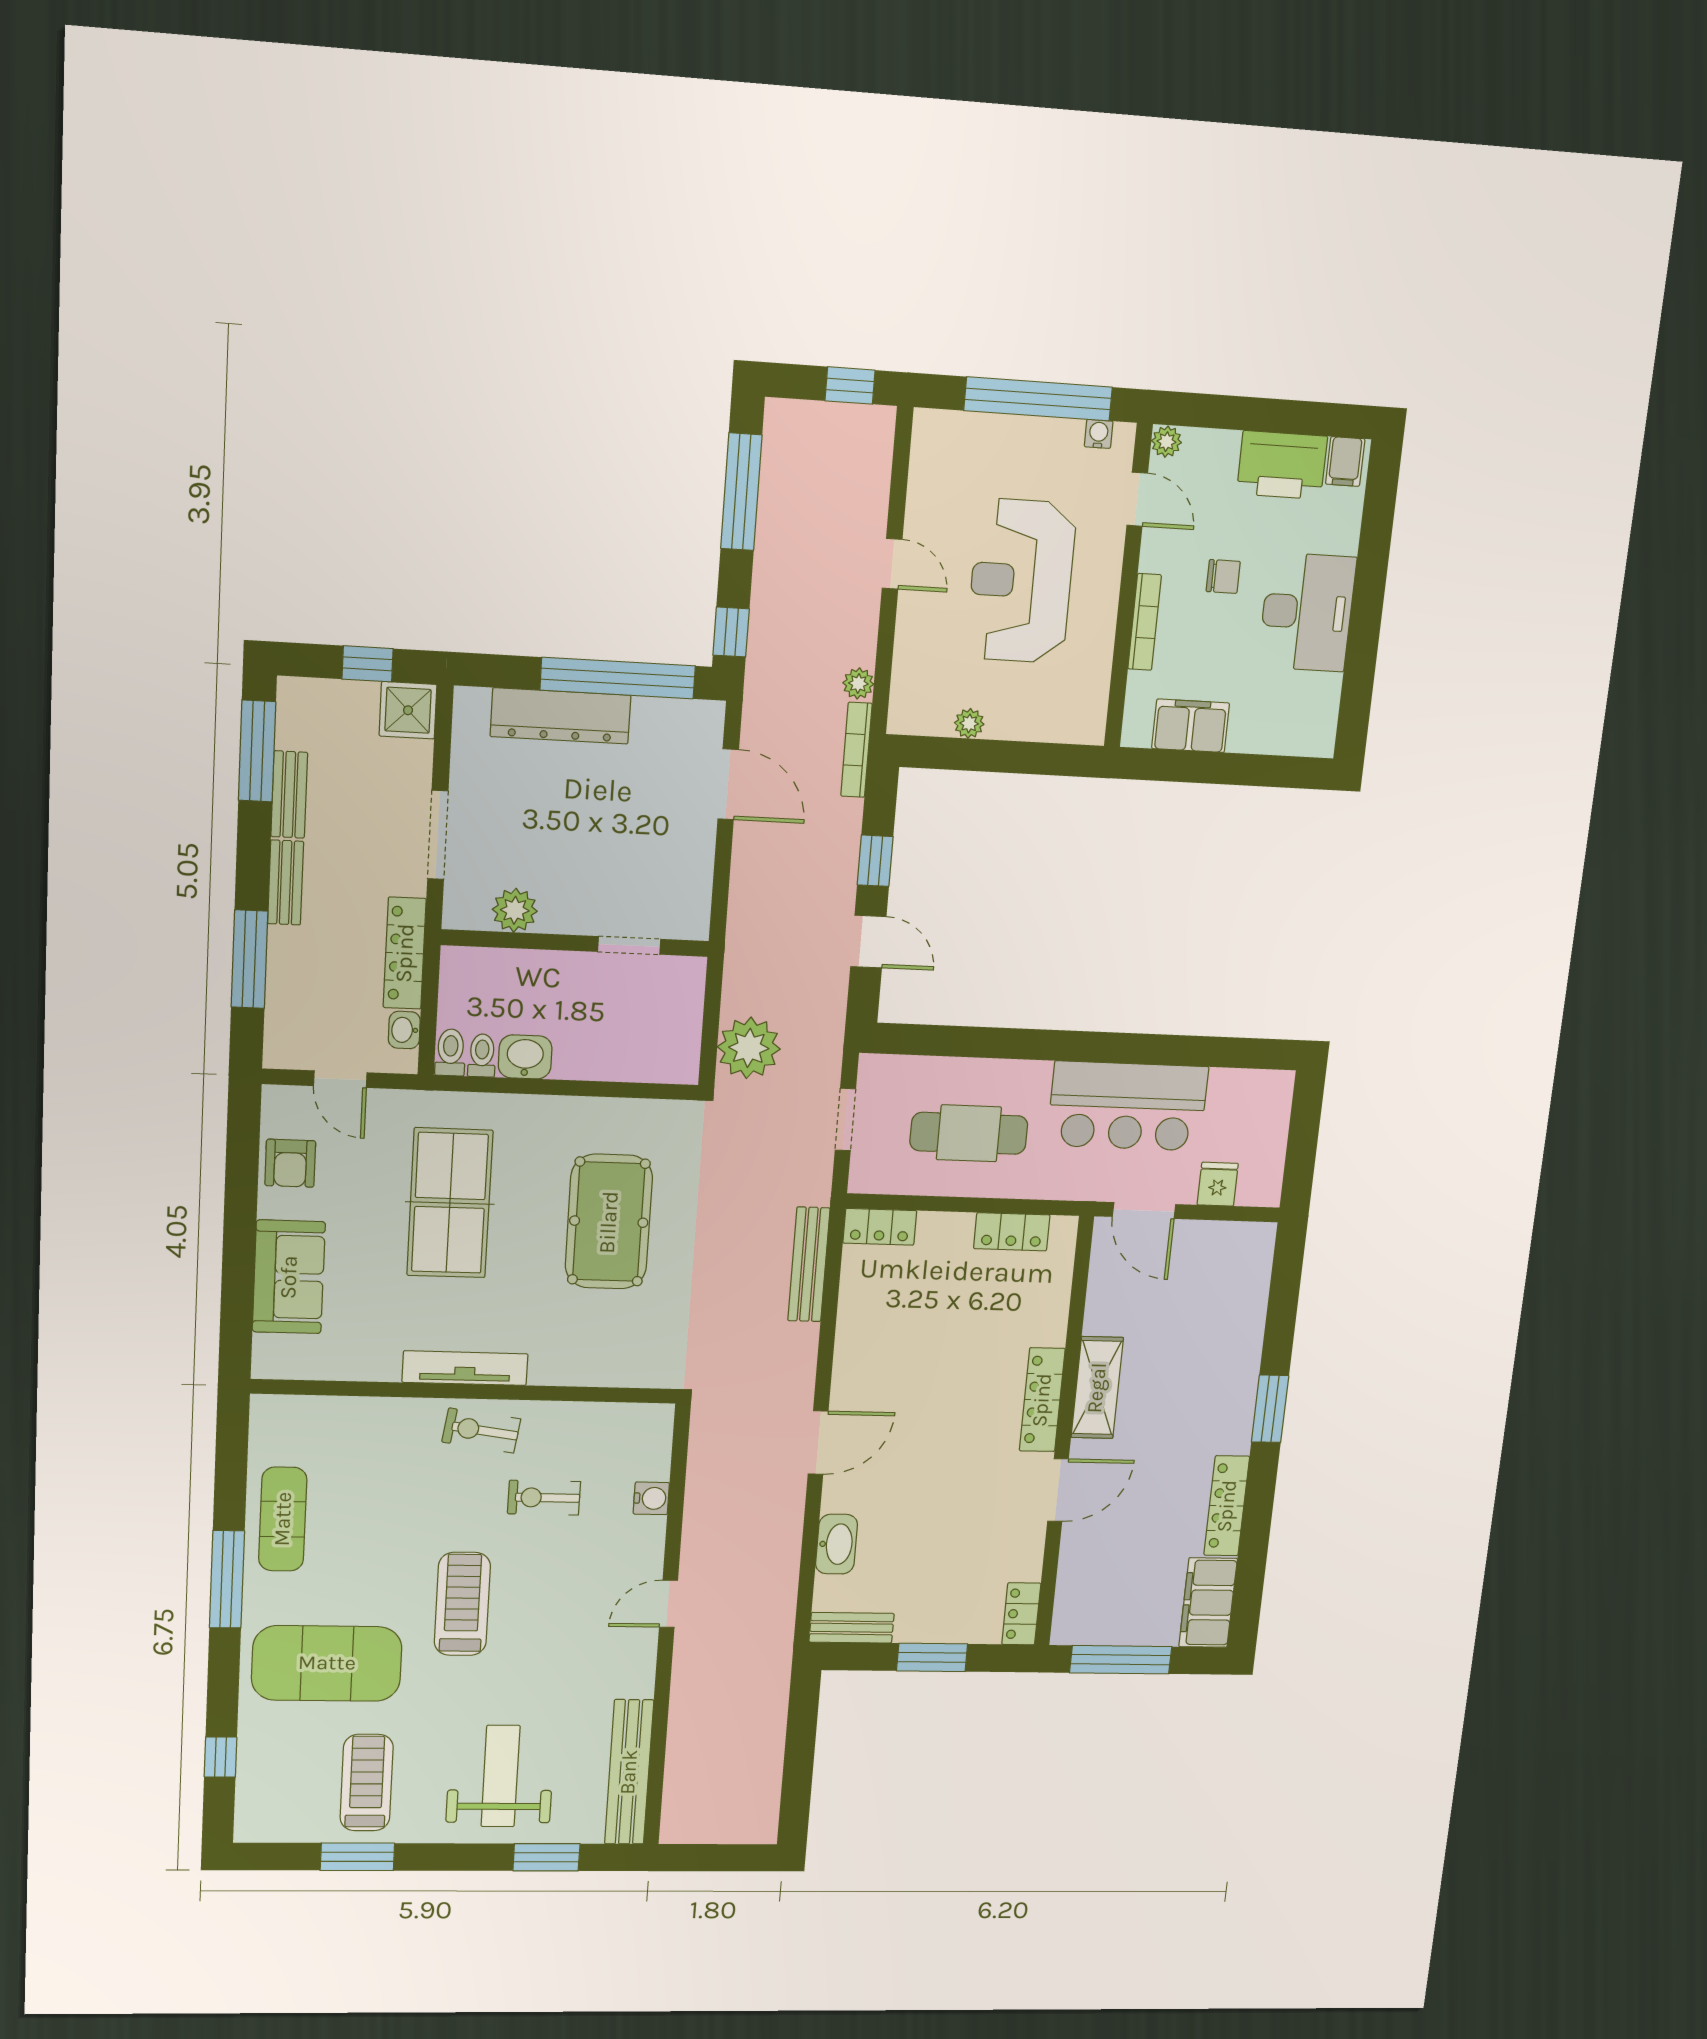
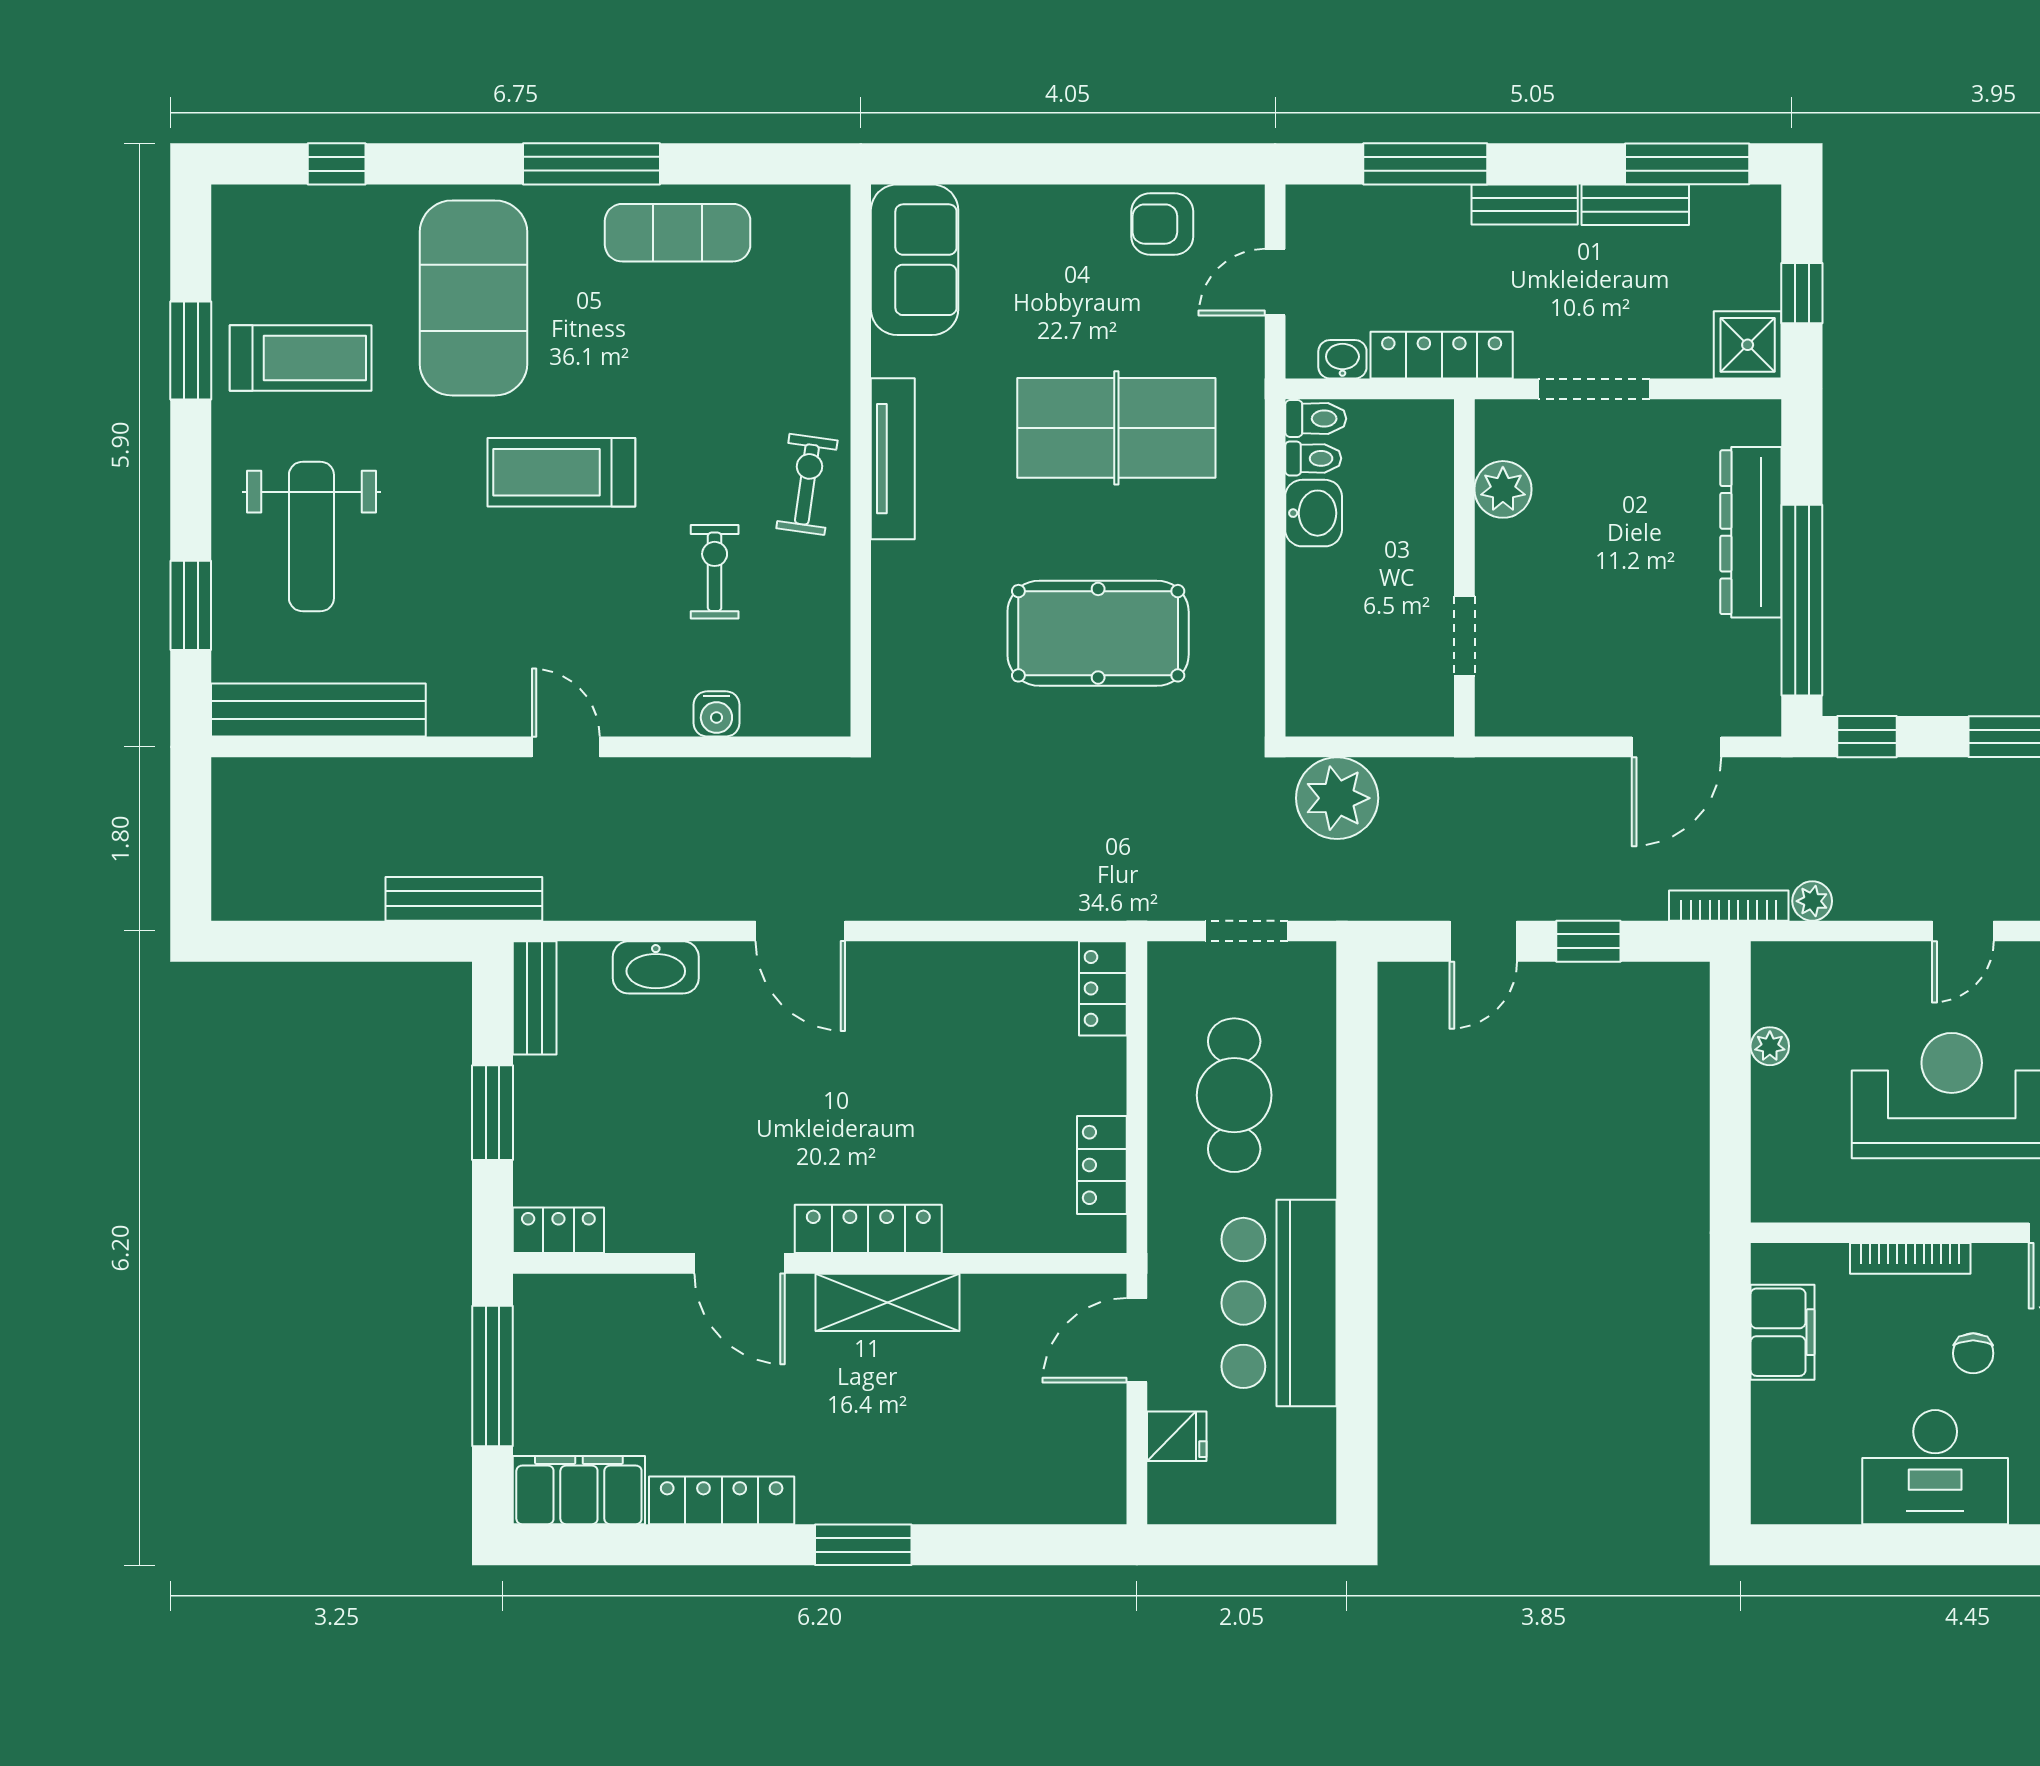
bench: (809, 1264) -> (464, 899), moved
sofa: (289, 1277) -> (915, 260), moved, turned -90
treadmill: (462, 1604) -> (561, 472), turned 180
weight bench: (501, 1776) -> (311, 537), turned 90

